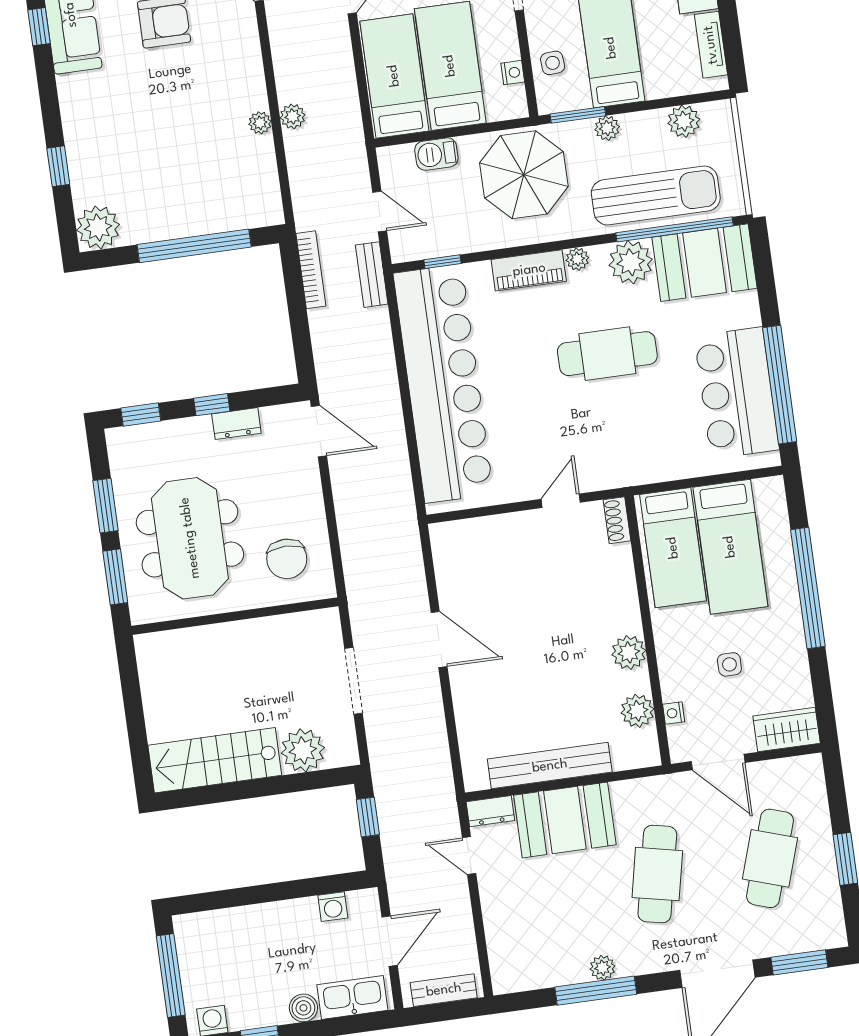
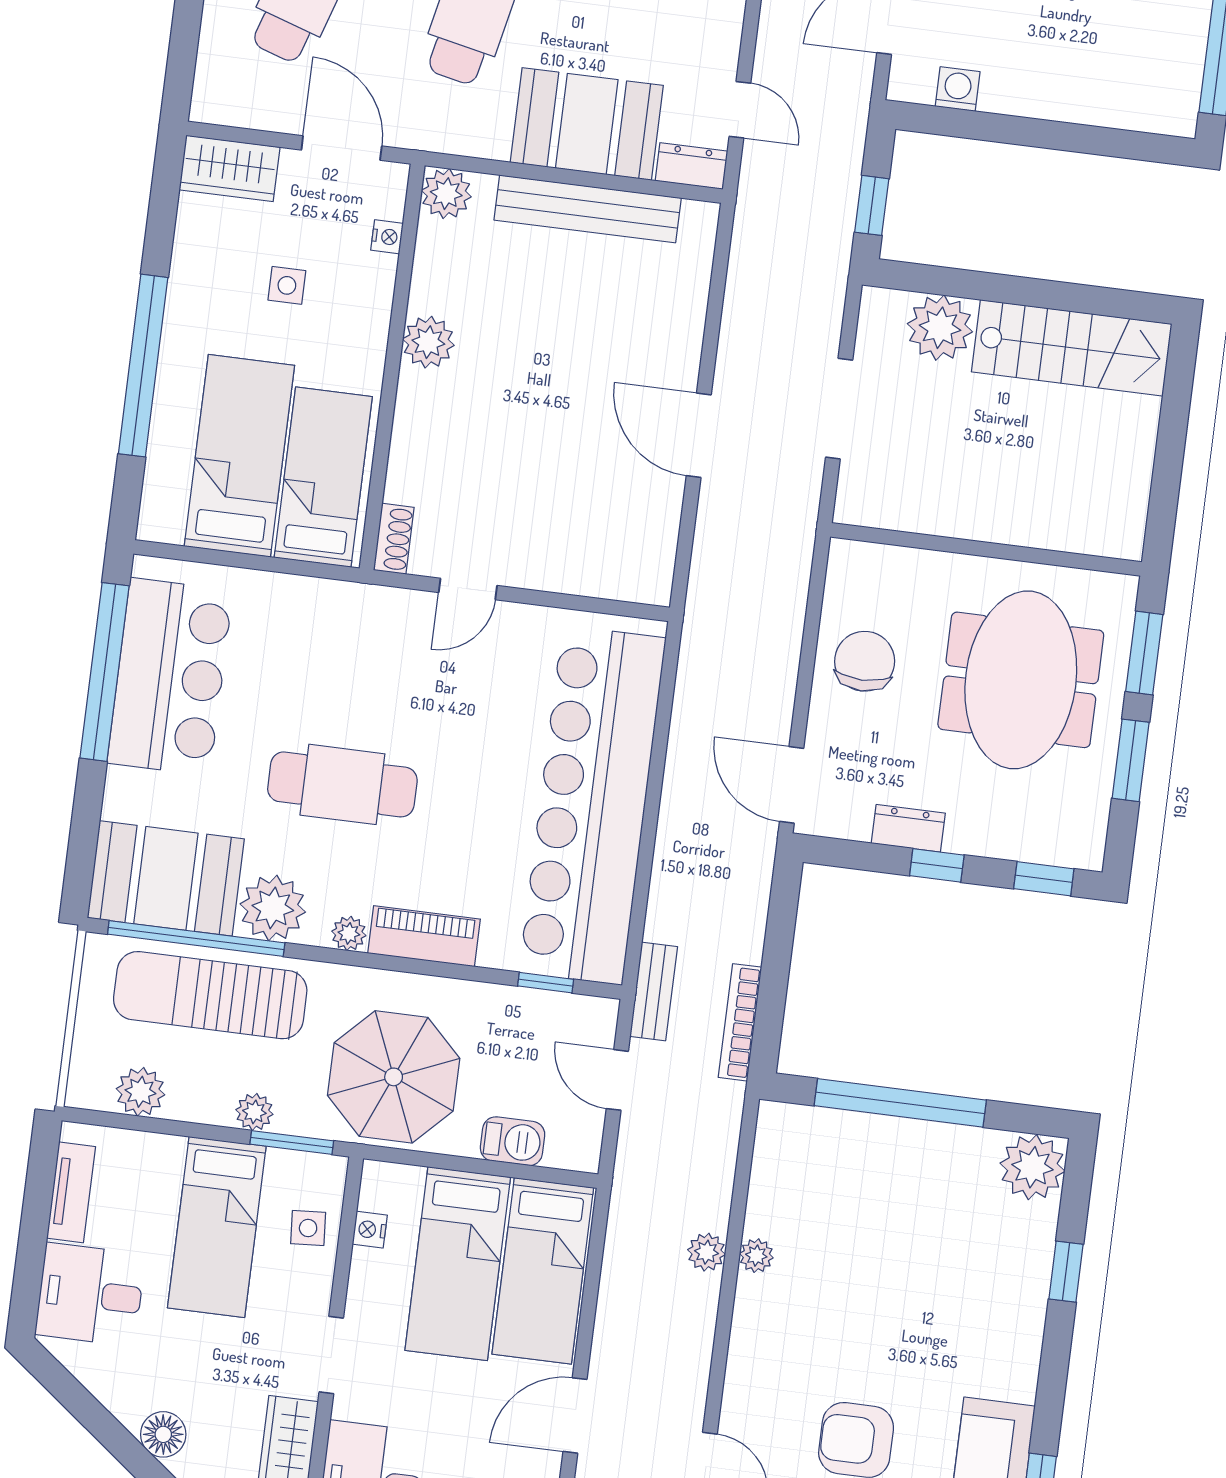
chair: (287, 559) -> (865, 661), moved
plant: (637, 711) -> (446, 194), moved

